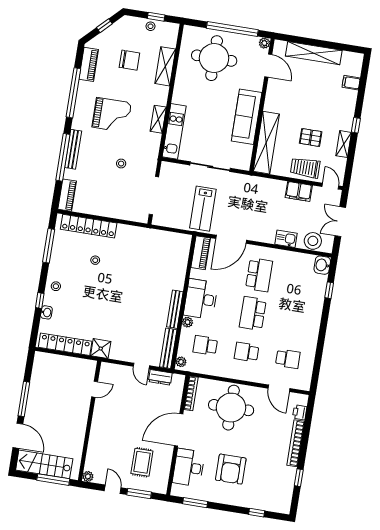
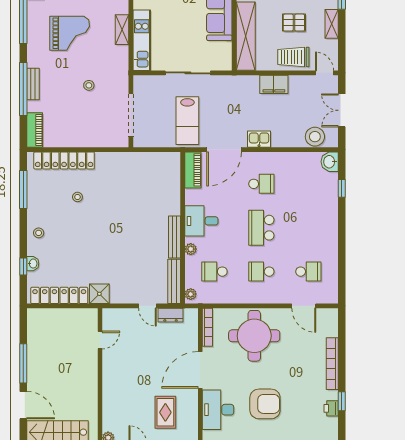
bench: (73, 149) -> (33, 84), width x0.73
filing cabinet: (299, 191) -> (274, 84), moved
kitchen sink: (286, 239) -> (259, 139), moved
school desk: (259, 275) -> (261, 184), width x0.54
desk: (201, 299) -> (201, 221), width x0.73
window: (40, 300) -> (23, 267), moved
printer: (300, 412) -> (331, 408), moved
armchair: (231, 469) -> (265, 404), turned -90

